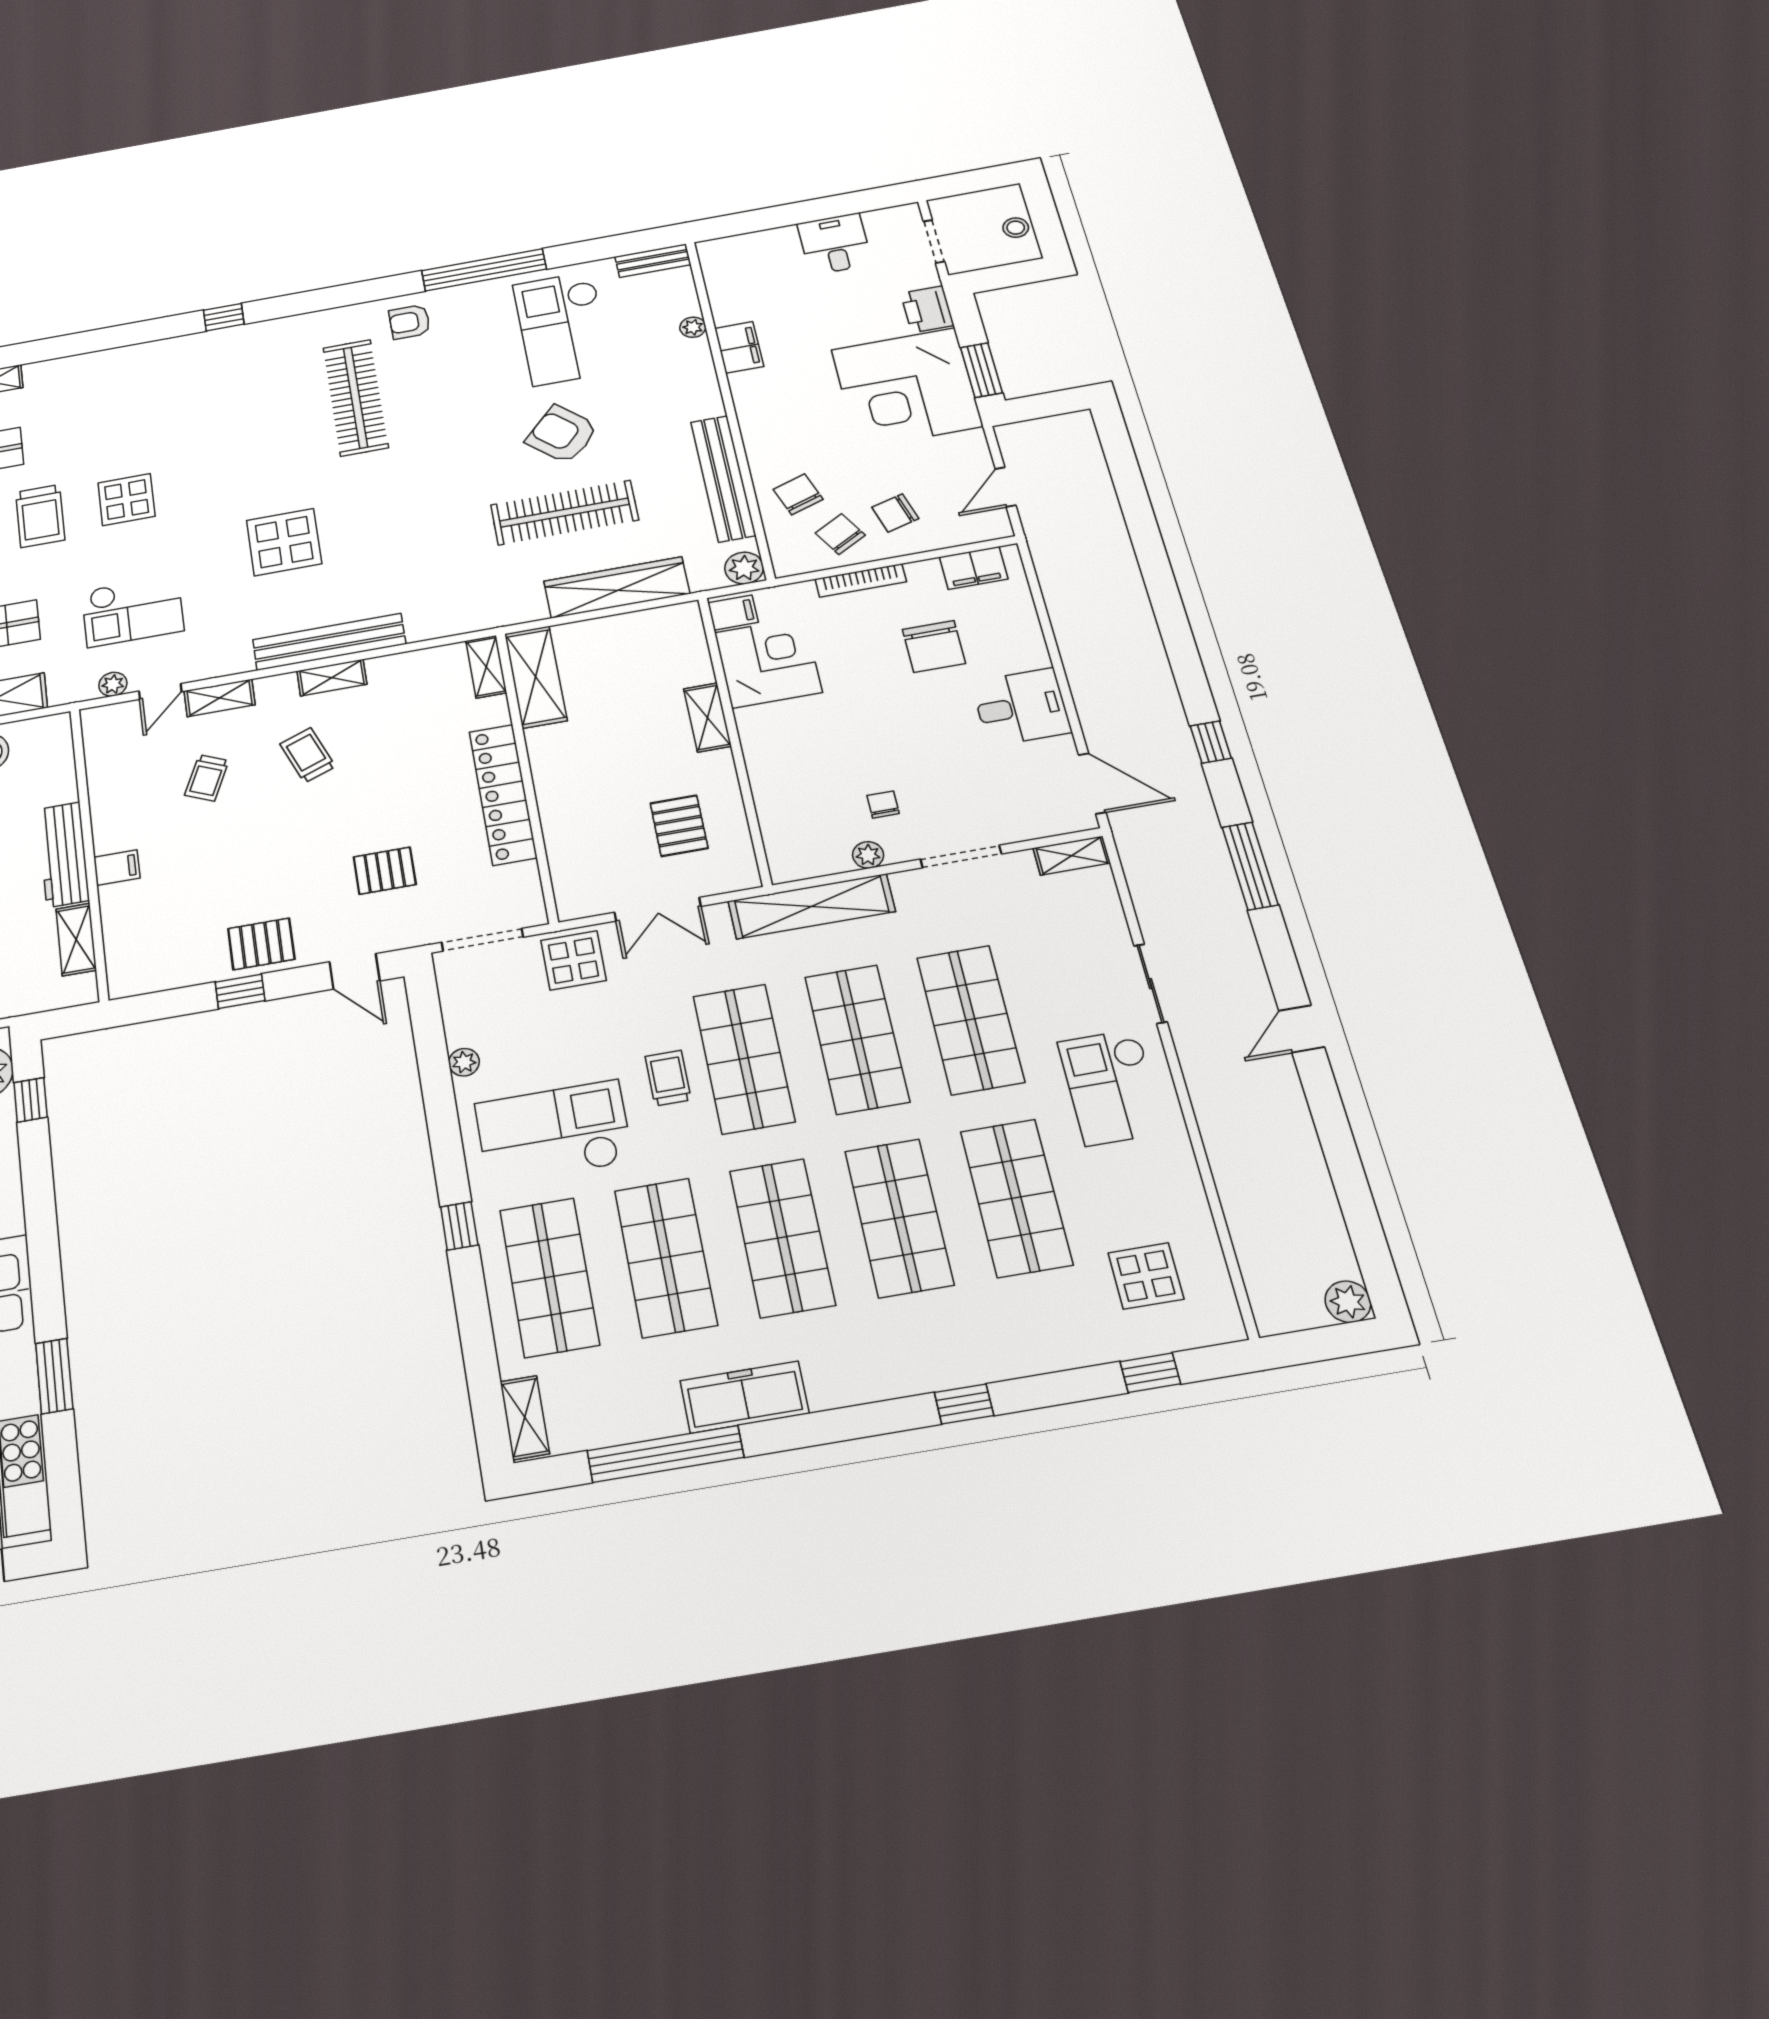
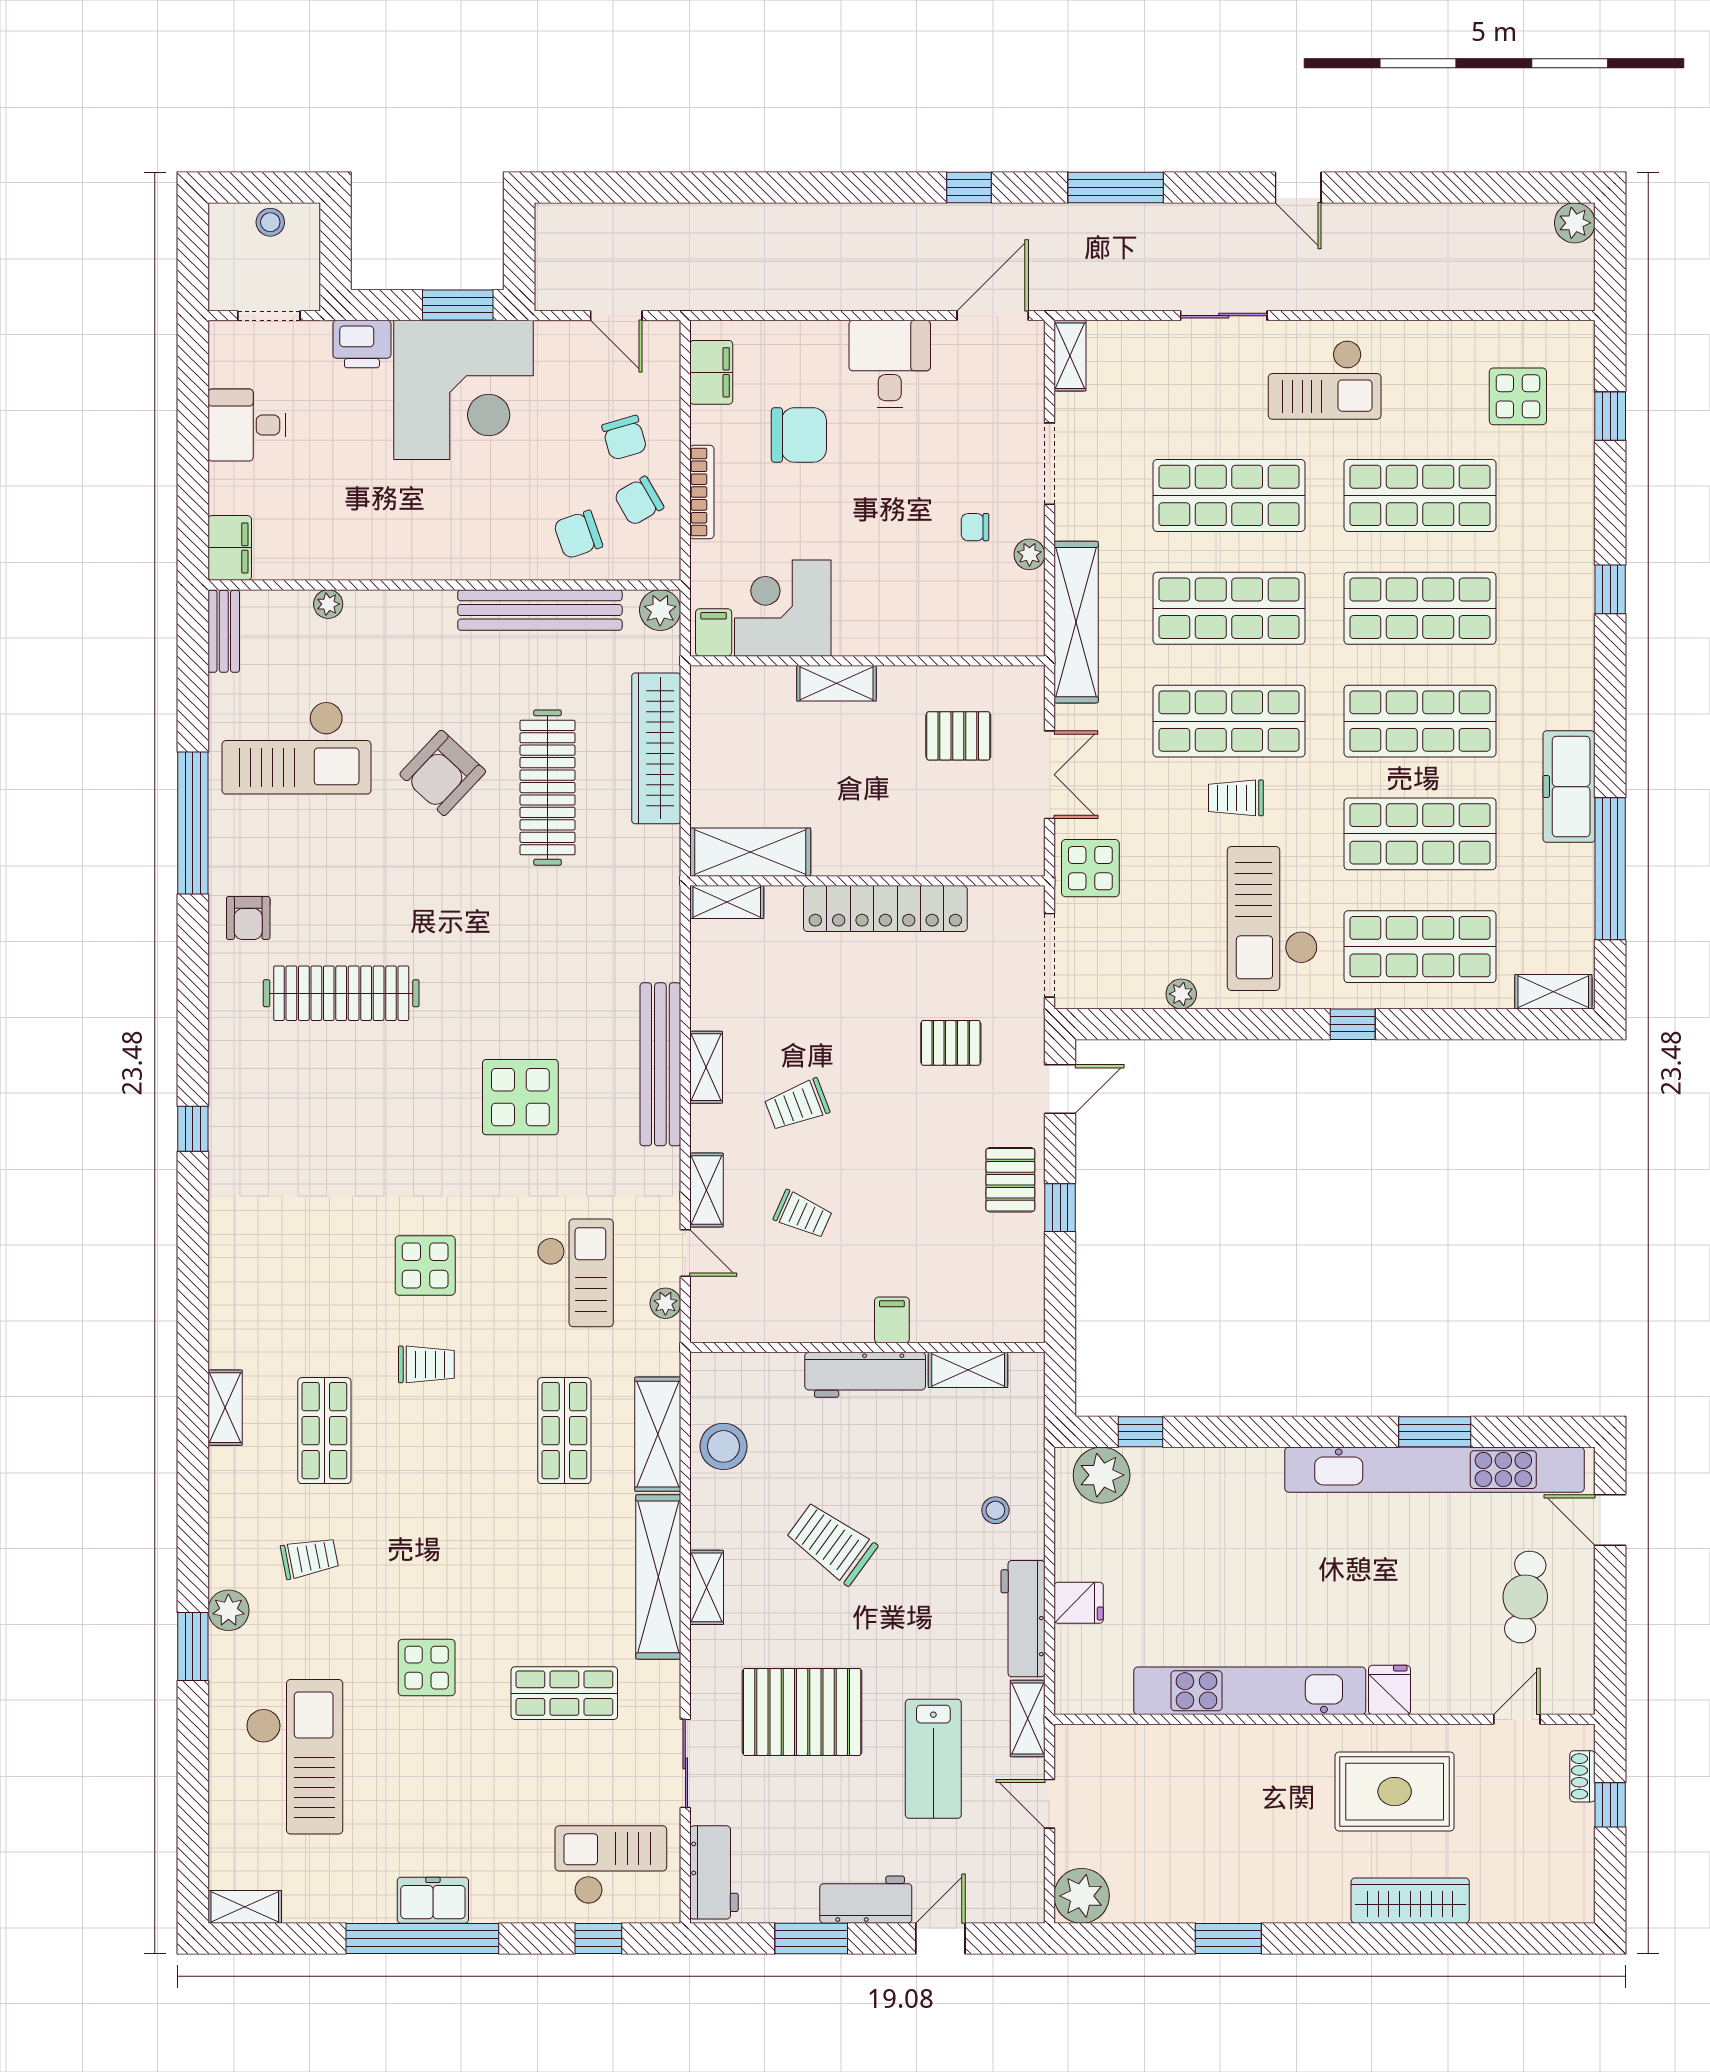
filing cabinet: (739, 347) -> (230, 548), moved, turned 90
trolley: (40, 516) -> (426, 1364), width x0.73, depth x0.72
pallet: (385, 871) -> (951, 1043), turned 90

